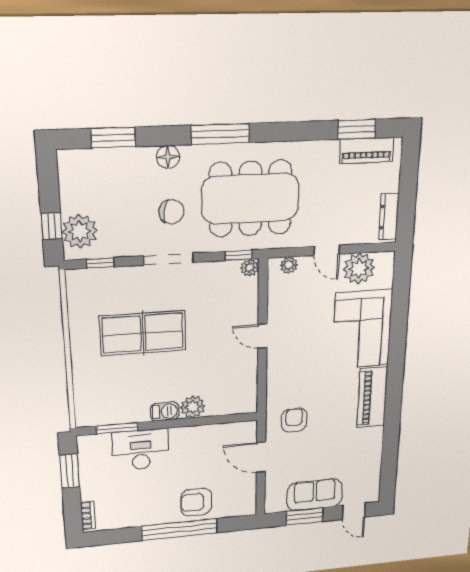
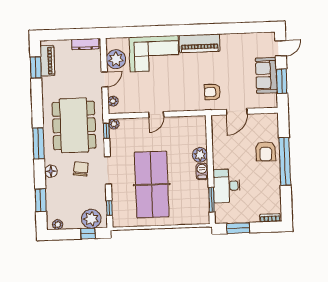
plant: (67, 170) -> (58, 225), added
table tennis table: (143, 333) -> (152, 185), width x1.36, depth x1.32

